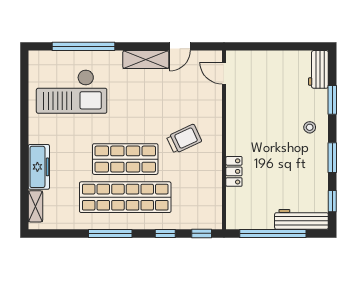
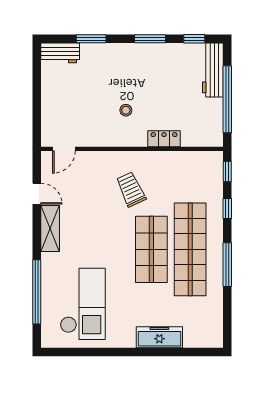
stool: (310, 127) -> (126, 110), moved
shelving: (35, 206) -> (200, 341), removed

